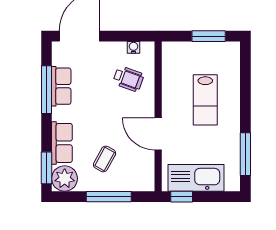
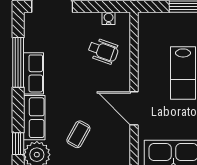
row of seats: (61, 86) -> (33, 73), moved
window: (47, 168) -> (18, 144), width x0.67

